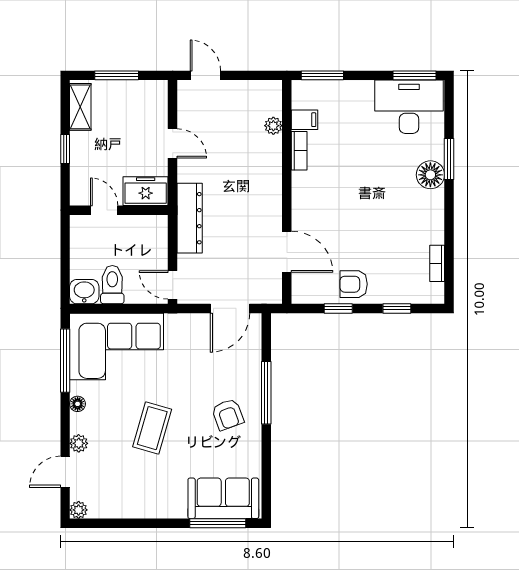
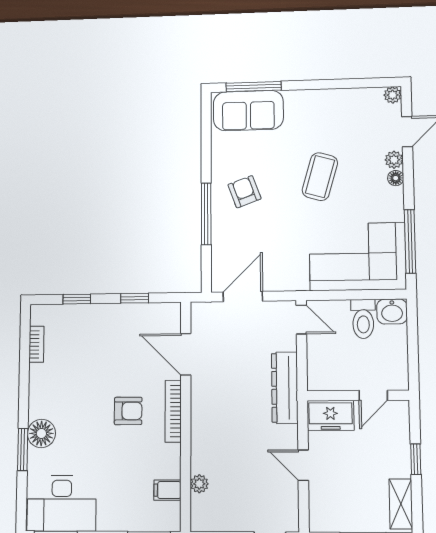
bookcase: (299, 151) -> (173, 411), moved, width x1.56
door: (104, 210) -> (373, 395), hinge flipped
armchair: (354, 284) -> (128, 411), moved
floor lamp: (78, 404) -> (396, 178), moved

